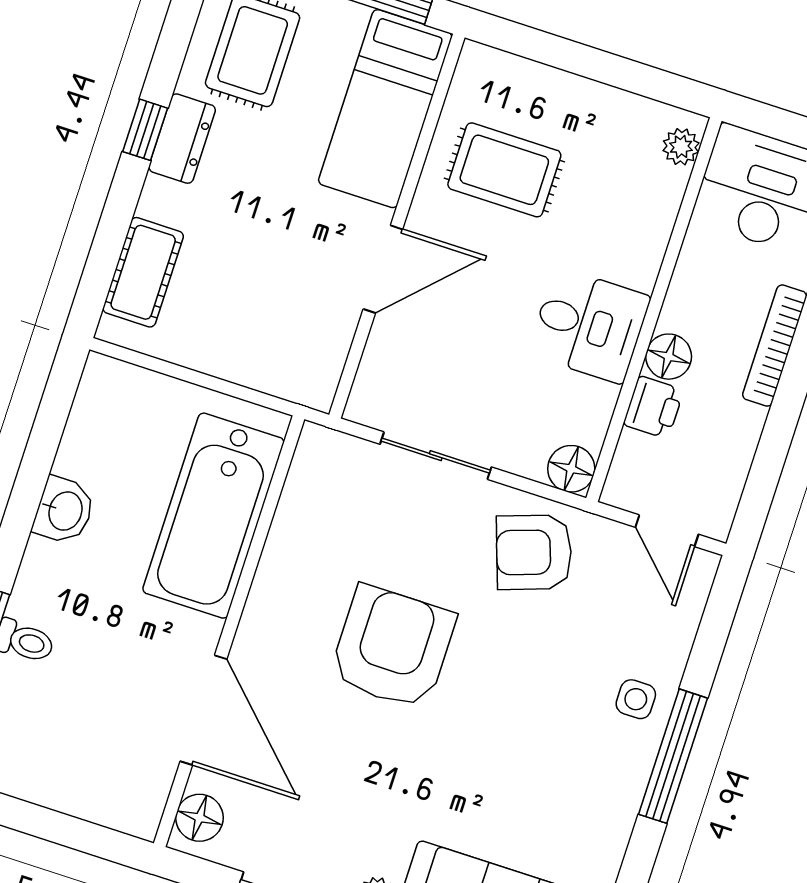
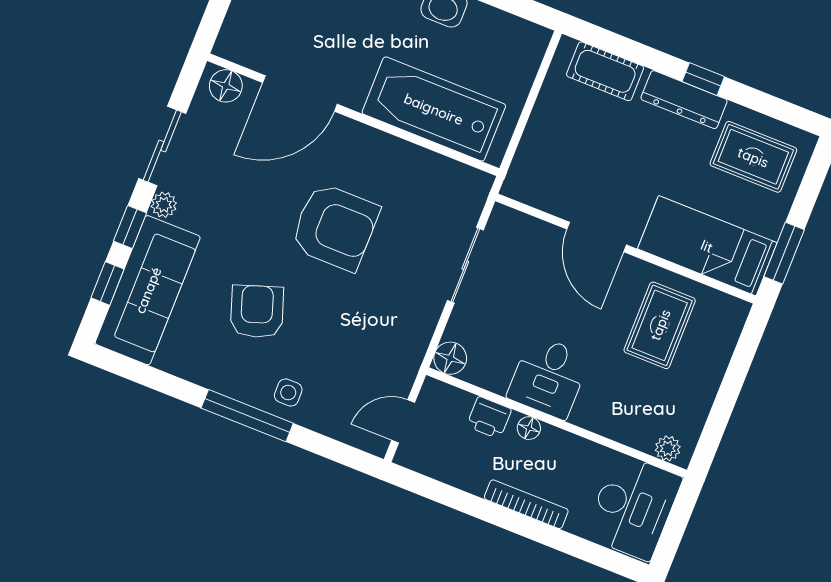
dresser: (182, 139) -> (684, 100), width x1.44
floor lamp: (669, 357) -> (529, 428), width x0.73, depth x0.73
armchair: (534, 552) -> (257, 311), moved

